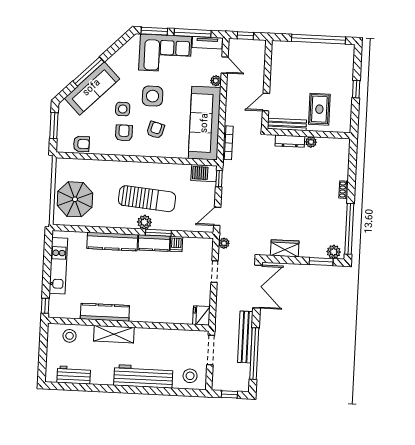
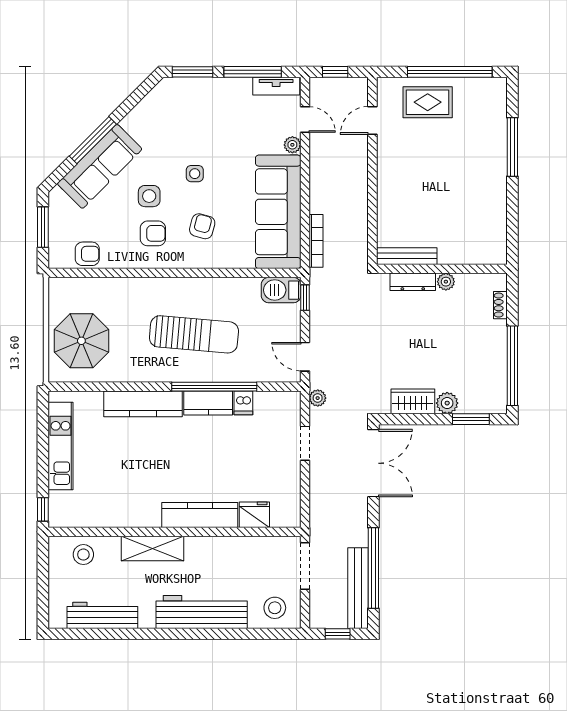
corner sofa: (165, 53) -> (211, 106), removed
window: (356, 89) -> (512, 147), width x2.17
side table: (153, 96) -> (195, 174), width x0.54, depth x0.54
door: (266, 102) -> (372, 120), moved
rug: (319, 109) -> (428, 102), moved, turned 90
bench: (287, 124) -> (407, 256), moved
armchair: (124, 133) -> (153, 233), turned 90
wall: (309, 134) -> (442, 269), moved
dresser: (290, 141) -> (413, 282), moved
plant: (311, 142) -> (446, 282), moved
door: (217, 216) -> (305, 357), hinge flipped
plant: (144, 222) -> (192, 371), removed
window: (158, 233) -> (214, 387), width x2.11
plant: (334, 252) -> (447, 403), moved
kitchen counter: (105, 312) -> (200, 515), moved
fridge: (201, 315) -> (254, 515), moved, turned 90
bench: (245, 337) -> (358, 588), moved
workbench: (74, 375) -> (102, 615), width x1.38

